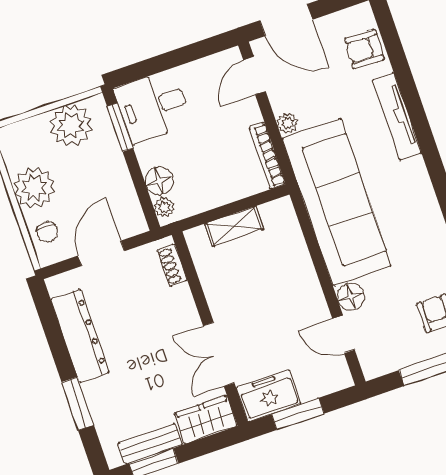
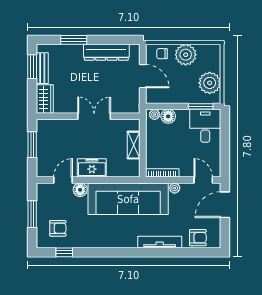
armchair: (364, 49) -> (198, 238), turned 88
shoe rack: (172, 265) -> (125, 109), removed
double door: (219, 354) -> (94, 116), moved
freezer: (269, 396) -> (92, 168), moved, turned -90

